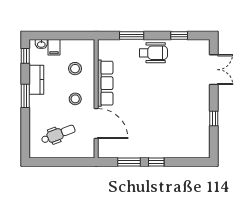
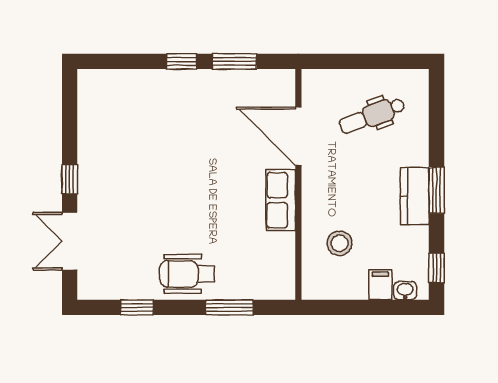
kitchen counter: (36, 80) -> (415, 196), moved
row of seats: (105, 83) -> (281, 200), width x0.68
stool: (75, 99) -> (339, 184), removed
window: (214, 119) -> (70, 179), moved

